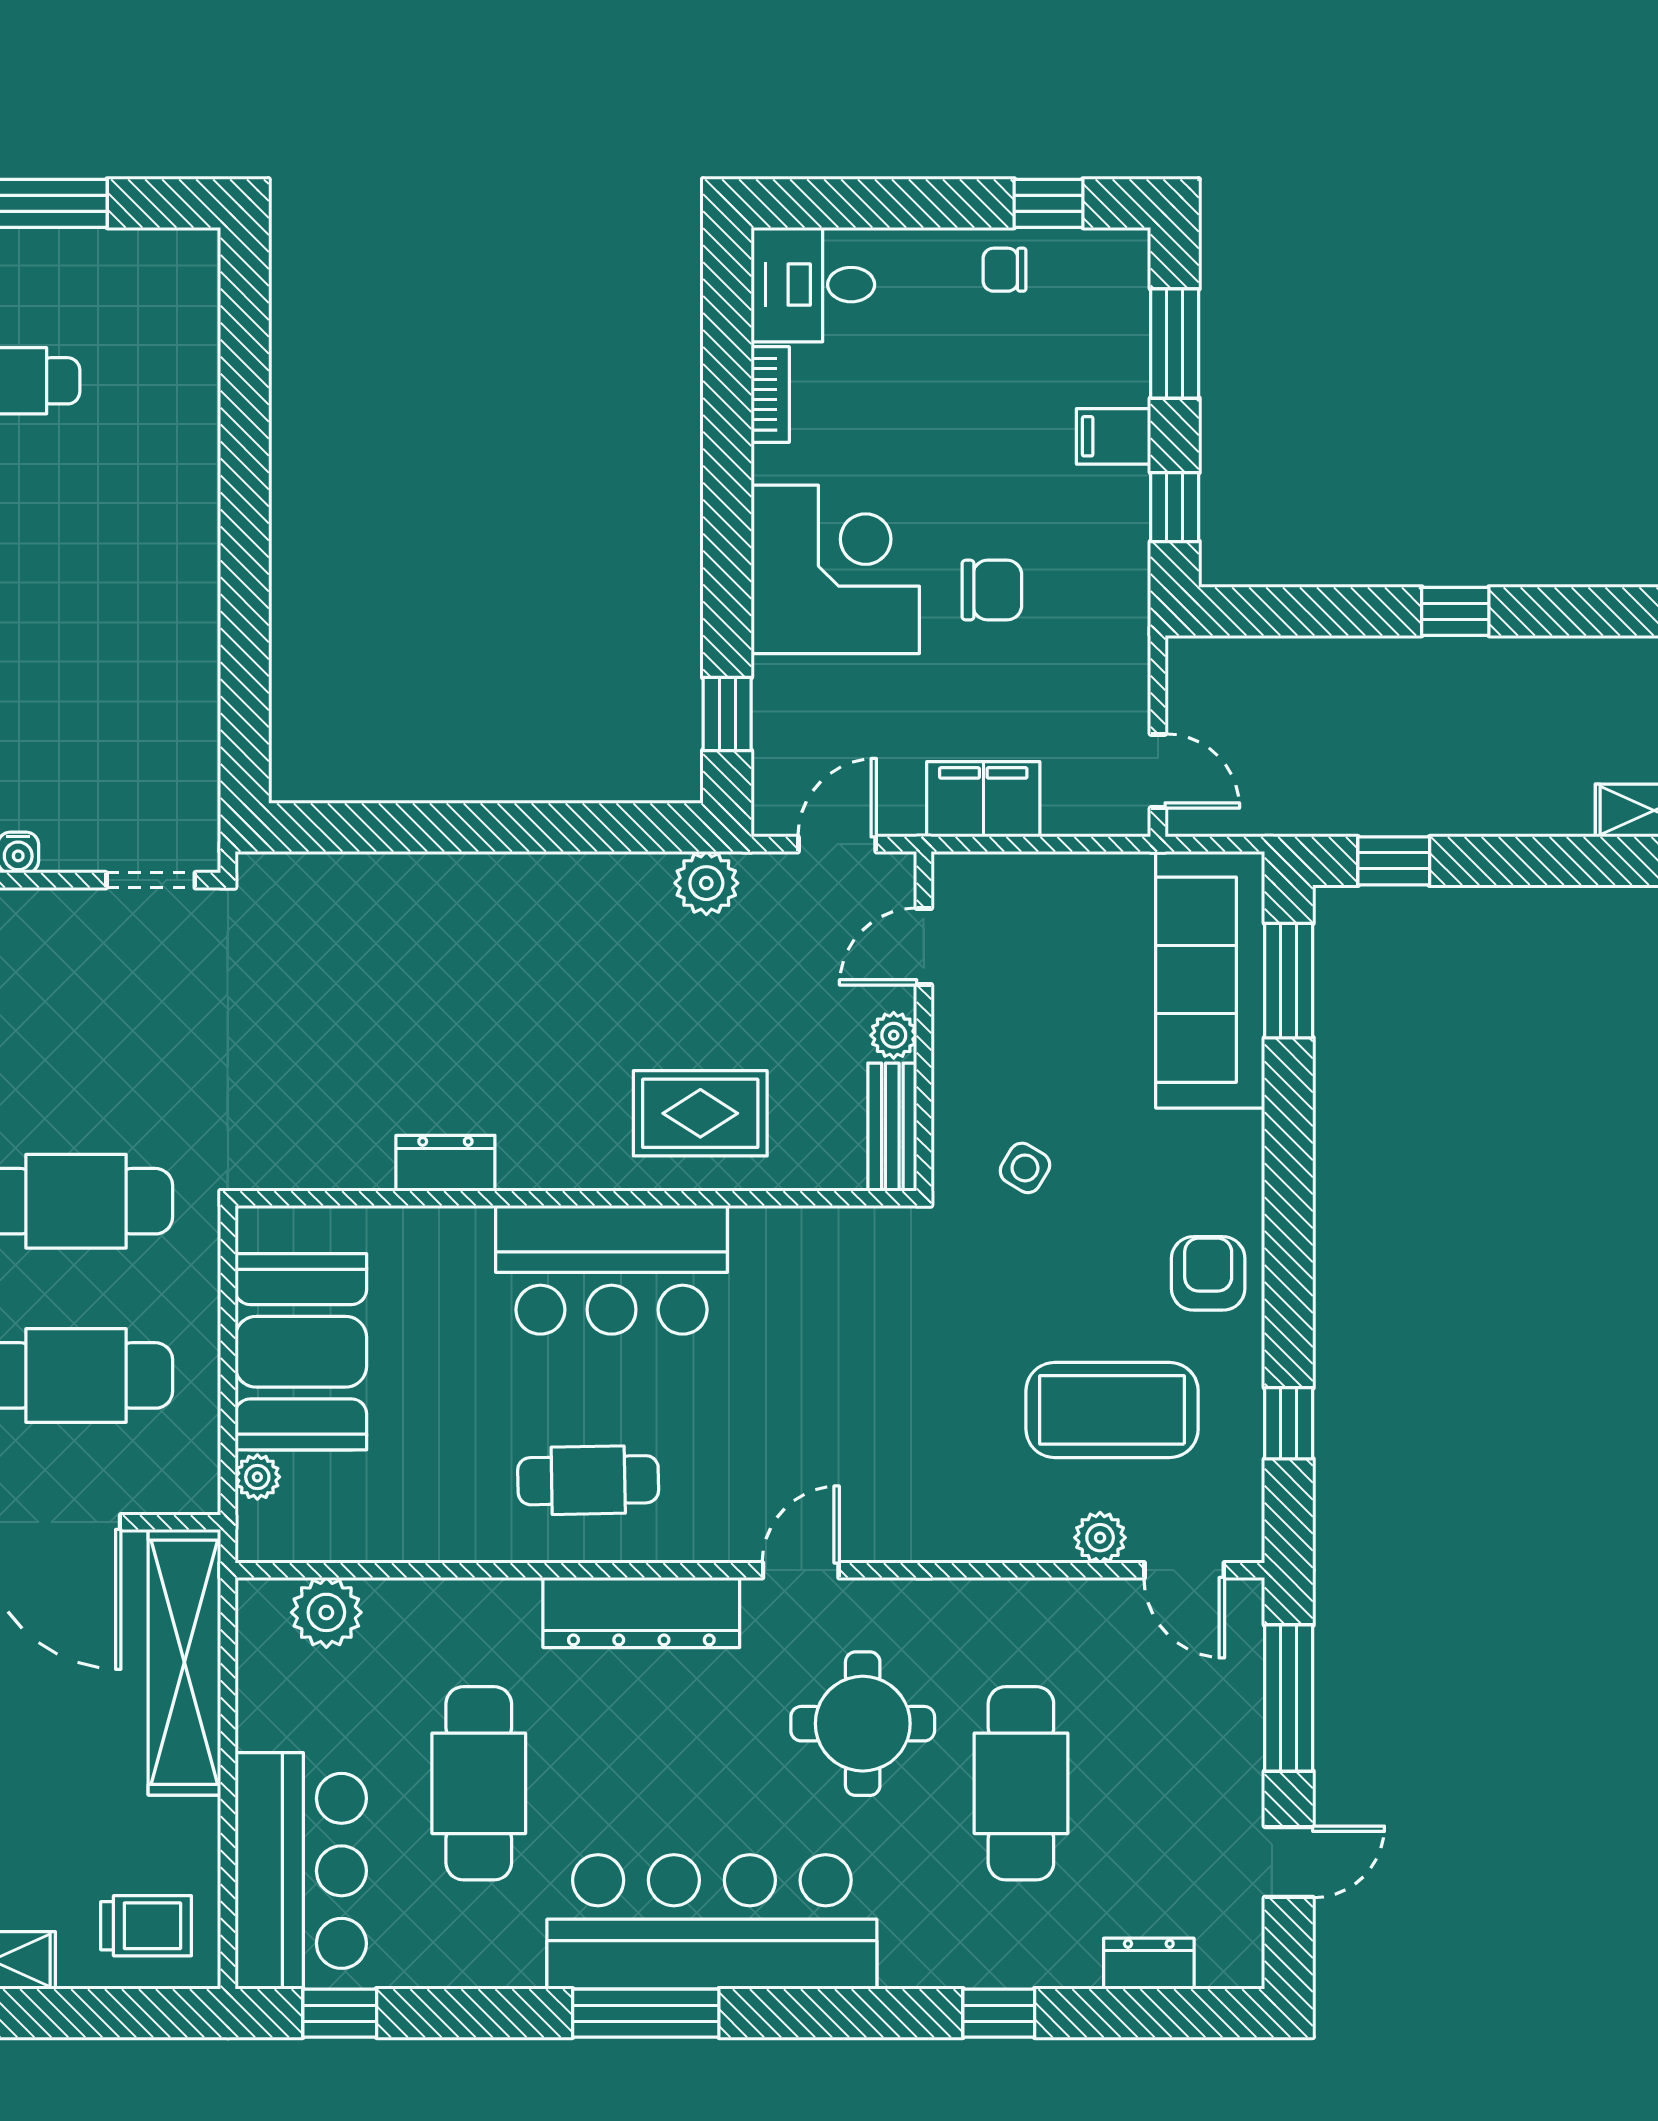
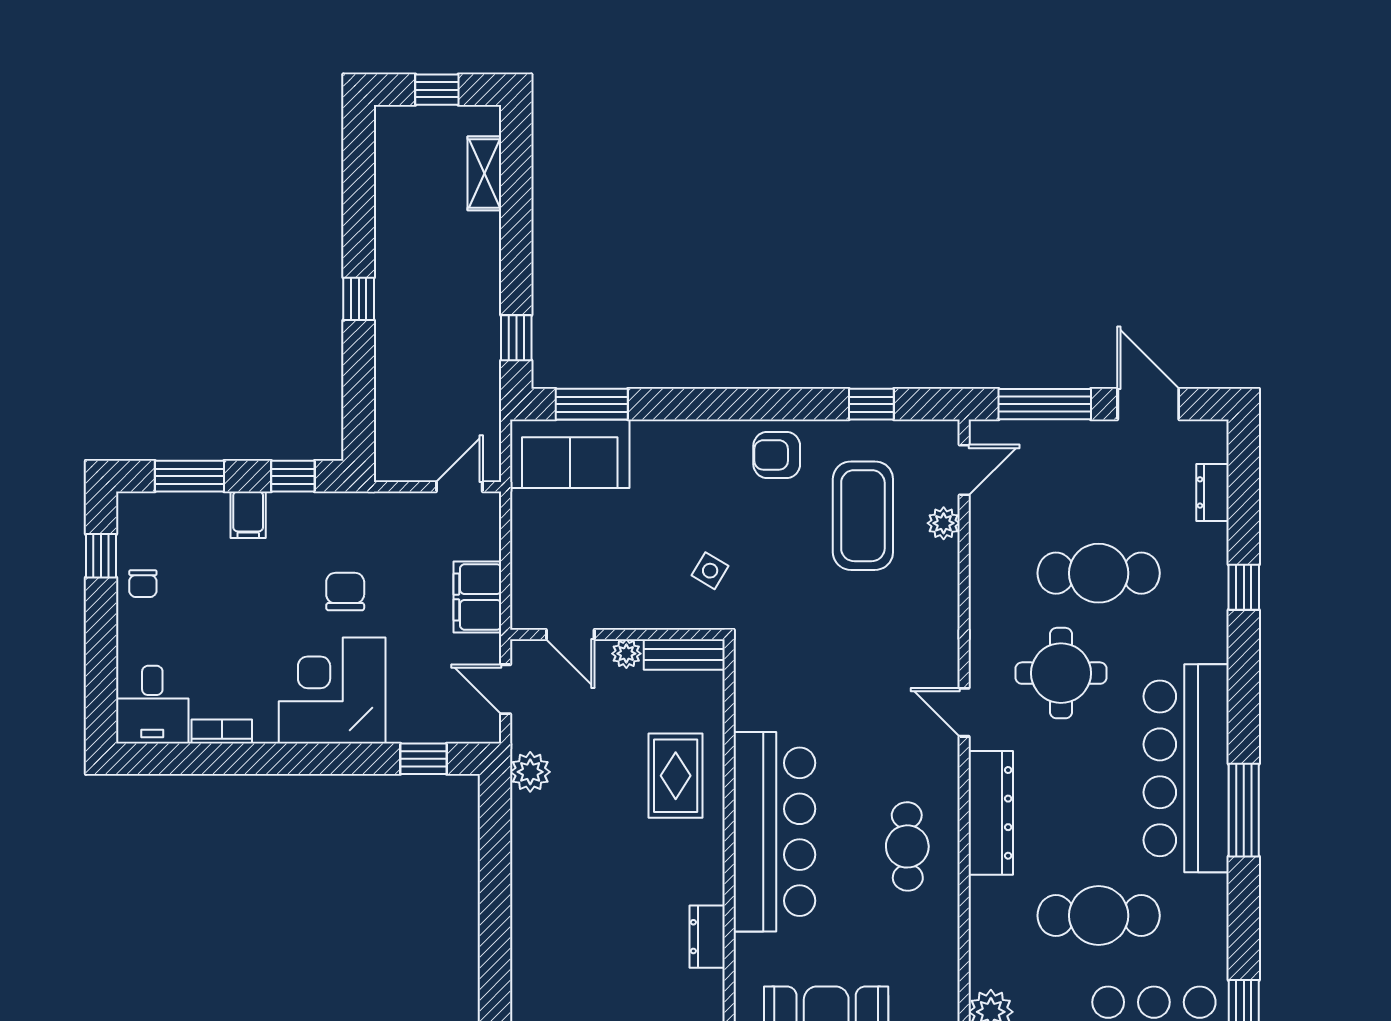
sofa: (1210, 980) -> (570, 454), width x0.73
bar counter: (611, 1270) -> (774, 832), width x1.36
door: (1289, 1862) -> (1148, 404), width x1.38

